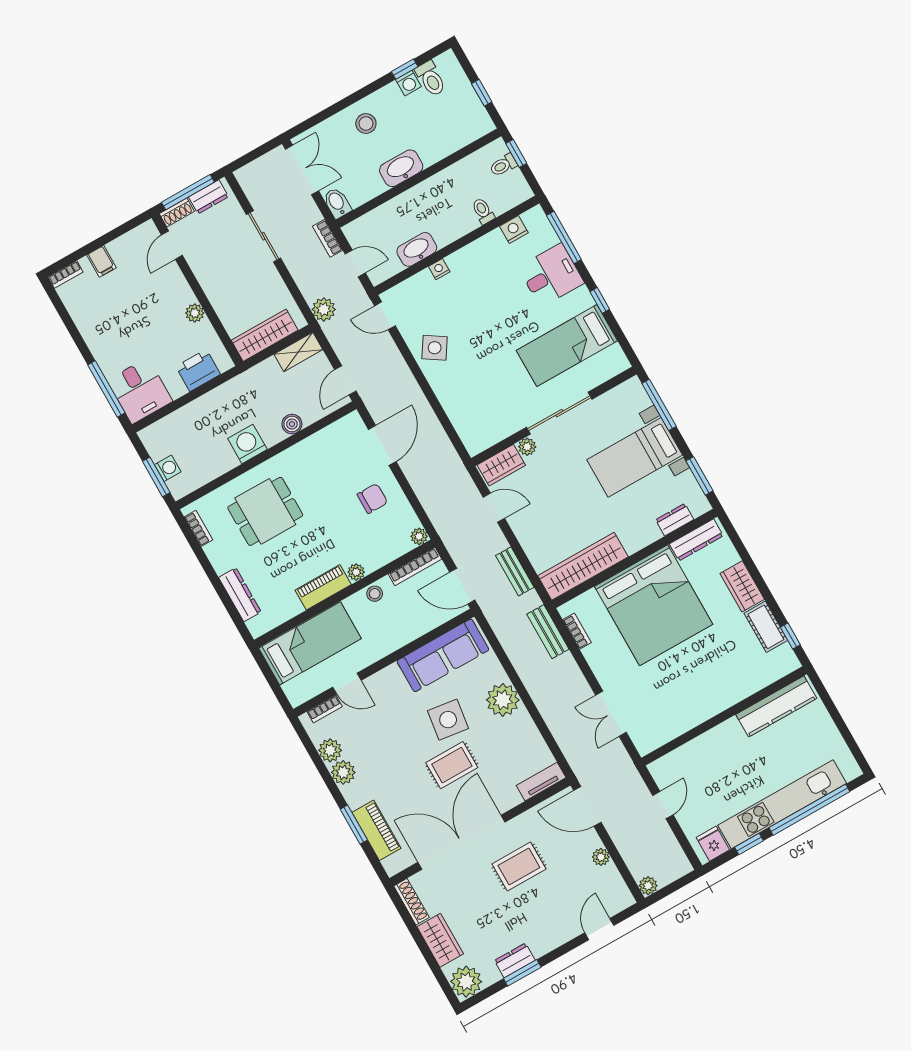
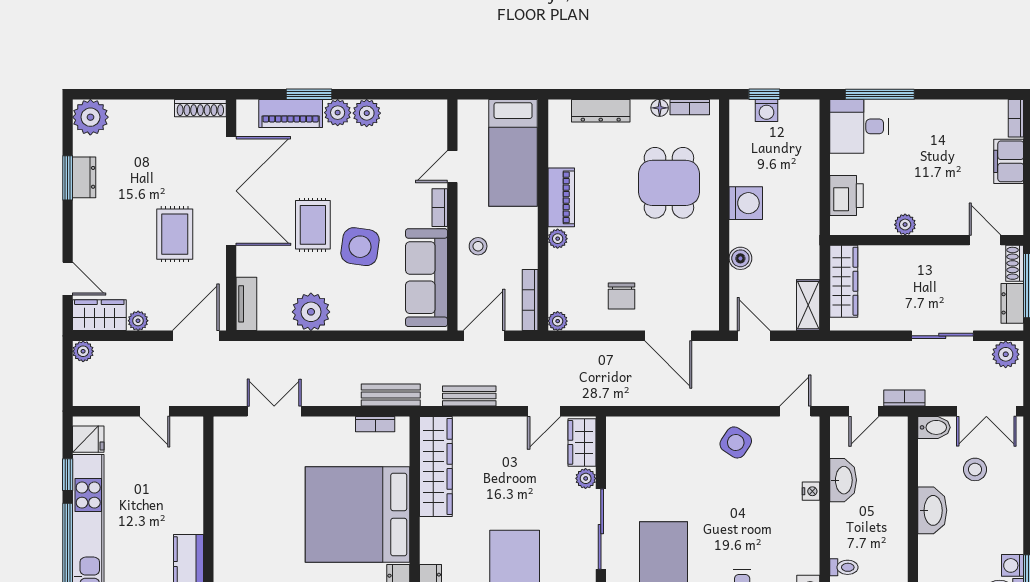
stool: (366, 124) -> (975, 469), moved
filing cabinet: (102, 261) -> (1009, 161), width x2.00
plant: (324, 309) -> (1006, 354), moved
window: (156, 477) -> (764, 94), width x0.67
floor lamp: (212, 551) -> (660, 108), added
stool: (375, 594) -> (478, 246), moved
plant: (503, 700) -> (311, 312), moved
bookcase: (325, 709) -> (440, 208), moved
plant: (330, 750) -> (338, 113), moved
wardrobe: (440, 940) -> (99, 315), moved, turned 180

